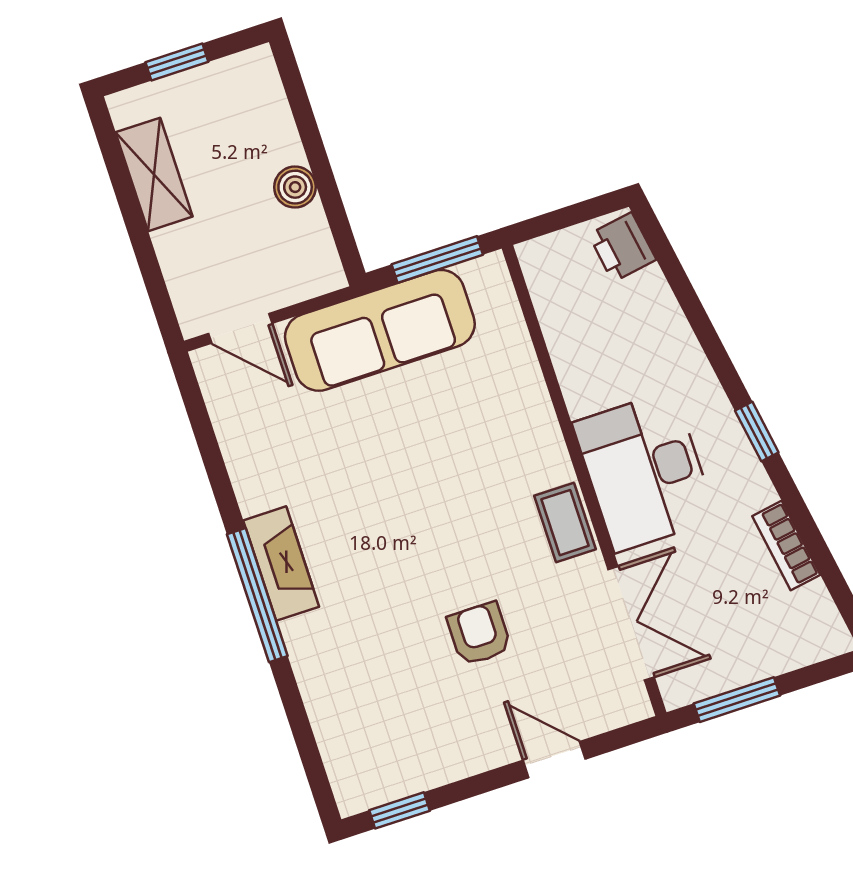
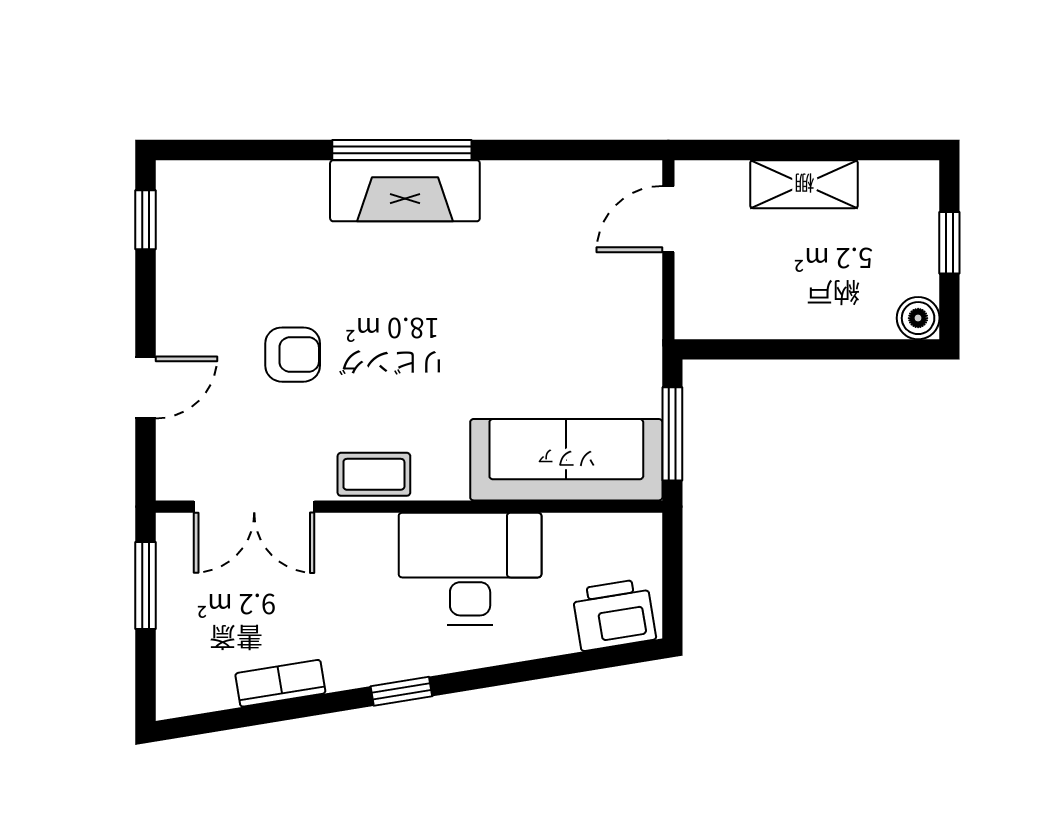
shelving: (154, 174) -> (804, 184), moved
boiler: (295, 187) -> (918, 318), moved
printer: (622, 247) -> (614, 615), width x1.36, depth x1.24
sofa: (380, 330) -> (566, 460), moved, turned 90
desk: (645, 471) -> (470, 569), moved
fireplace: (281, 564) -> (405, 191), width x1.37, depth x1.32

